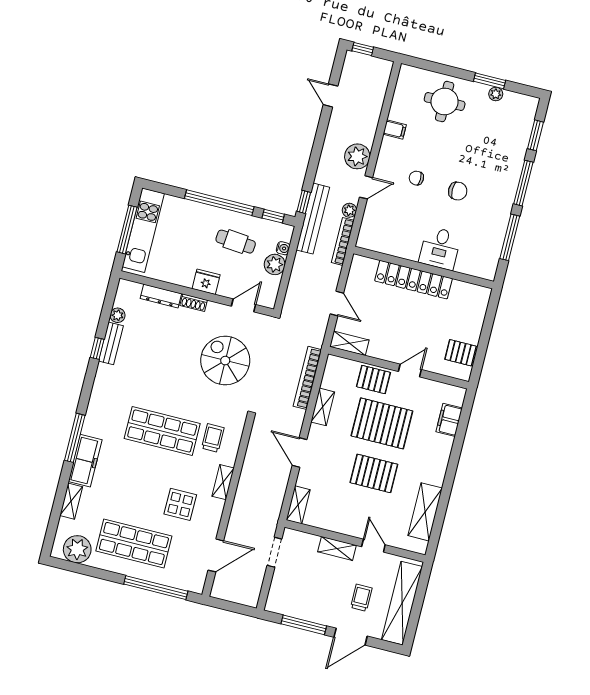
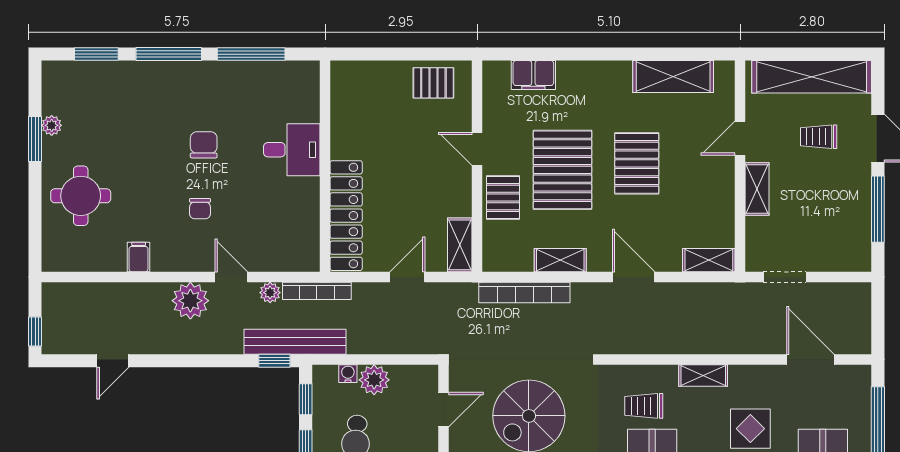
locker: (413, 280) -> (346, 216), moved
door: (244, 305) -> (444, 410), swing flipped
pallet: (461, 353) -> (433, 83), turned 90
door: (299, 453) -> (634, 277), swing flipped

